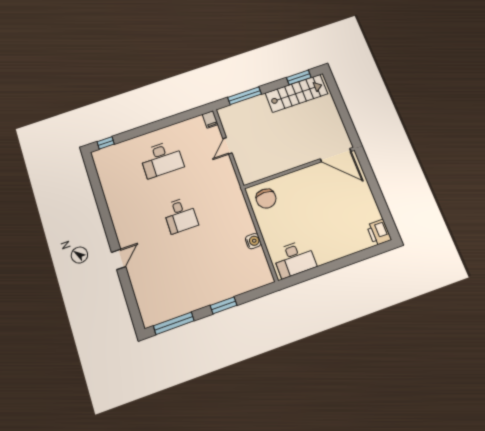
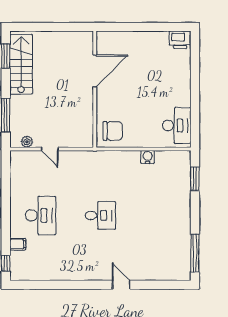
filing cabinet: (210, 119) -> (18, 244), moved
plant: (227, 123) -> (27, 142), added
door: (336, 155) -> (95, 71), moved
window: (223, 305) -> (195, 179), moved

